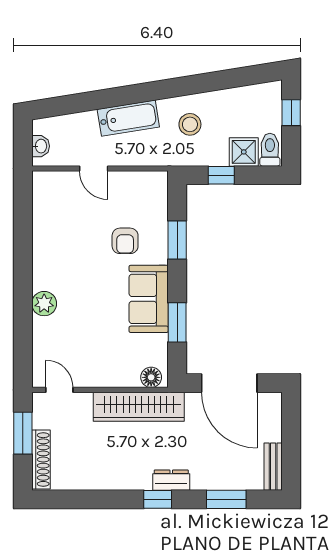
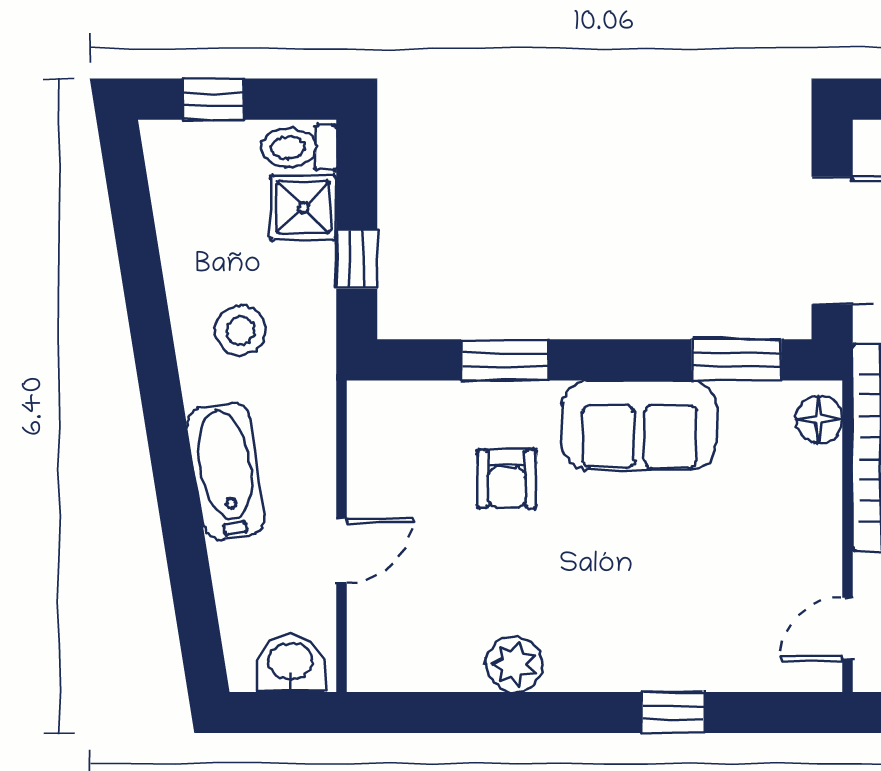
washbasin: (41, 146) -> (290, 663), width x1.38, depth x1.45
armchair: (125, 241) -> (507, 479), turned 90
plant: (44, 304) -> (514, 664), moved
window: (23, 314) -> (673, 713), added
window: (177, 322) -> (736, 360), moved

